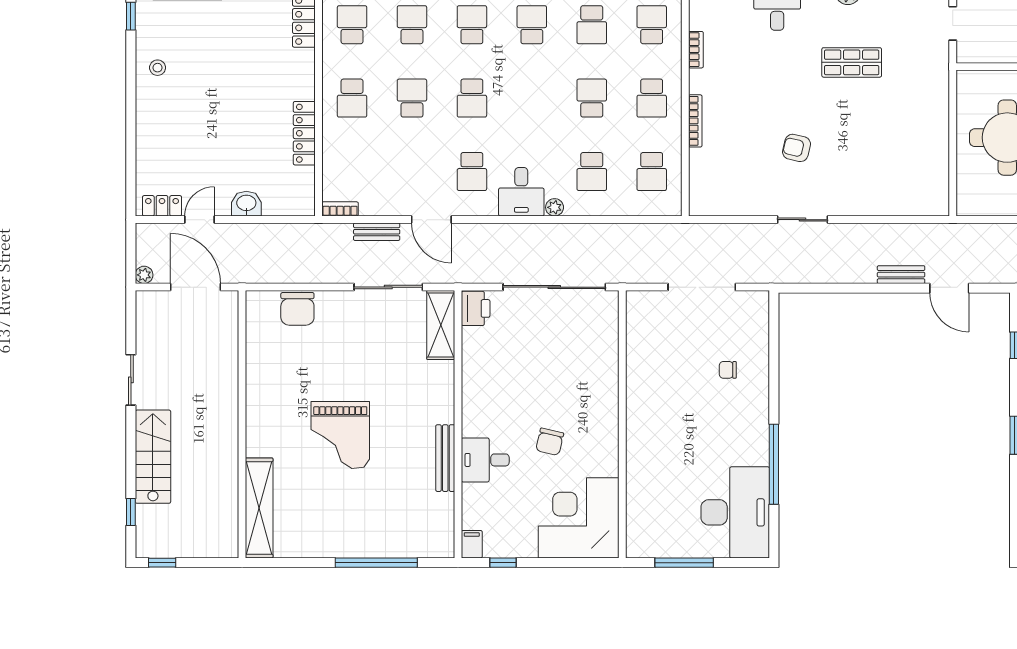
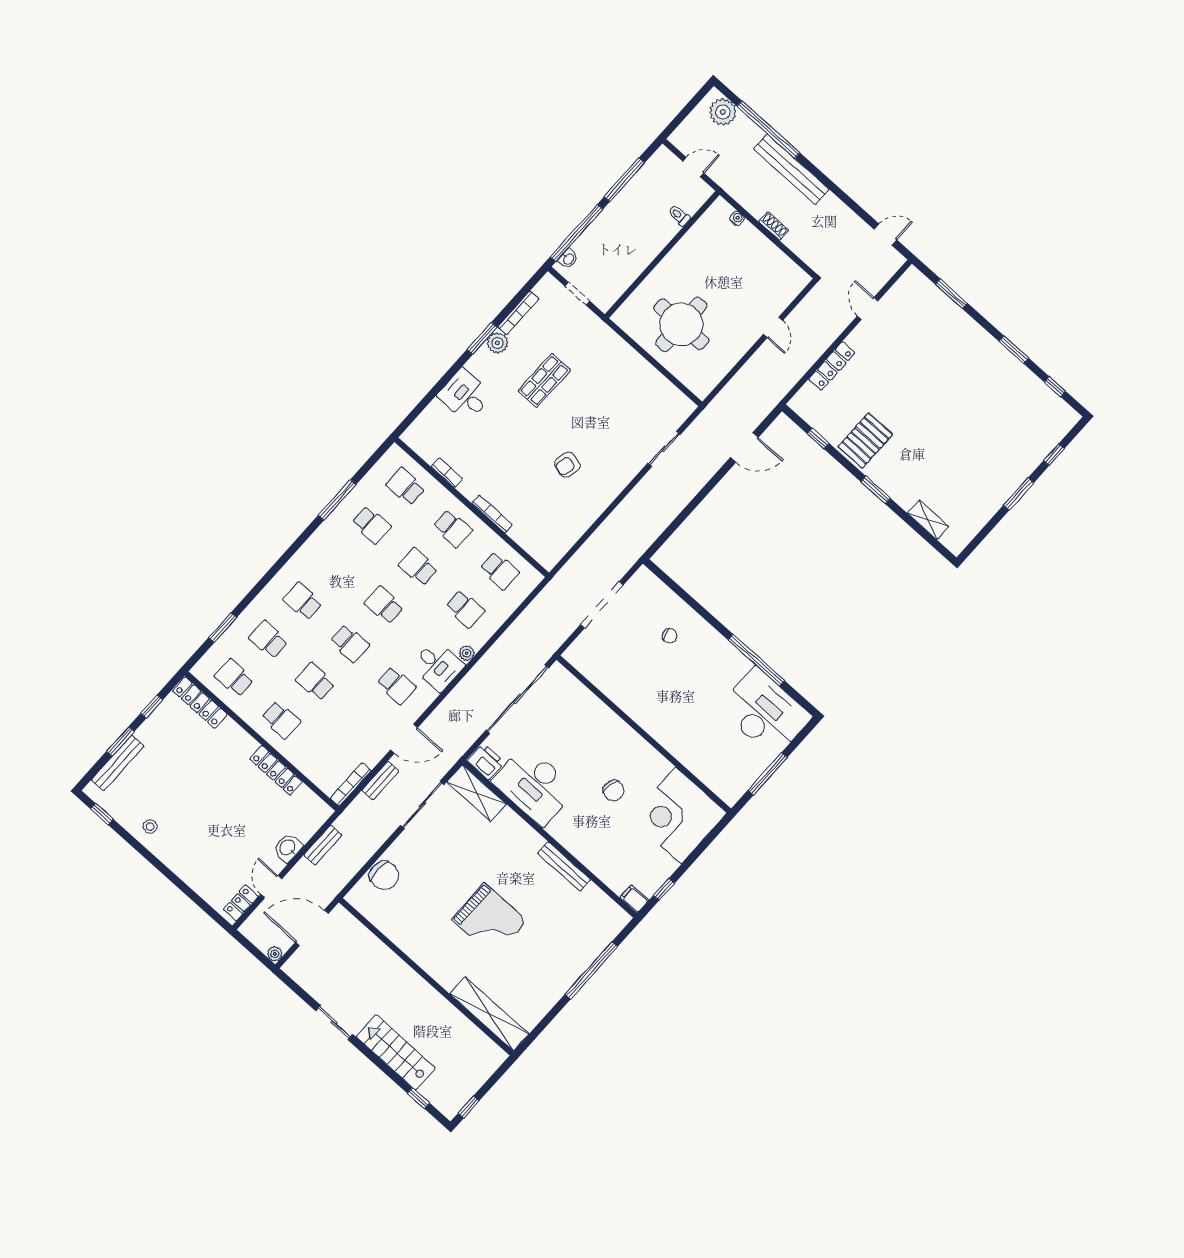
school desk: (532, 25) -> (384, 605), moved
bookcase: (340, 209) -> (351, 784), width x1.56
sliding door: (802, 220) -> (664, 449), moved
bench: (901, 275) -> (323, 845), moved
chair: (728, 370) -> (670, 636), turned -109
desk: (485, 460) -> (534, 785), moved, width x1.87, depth x1.30

